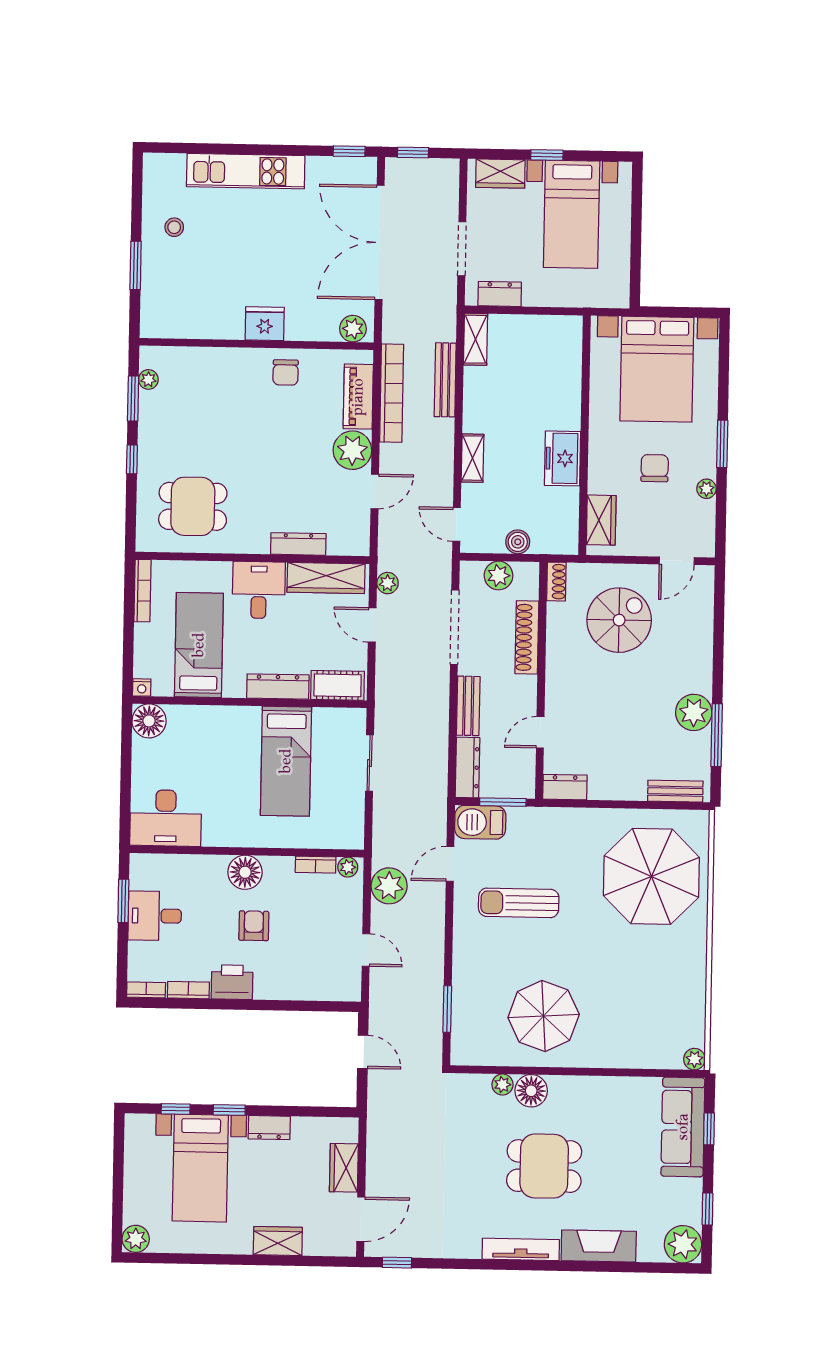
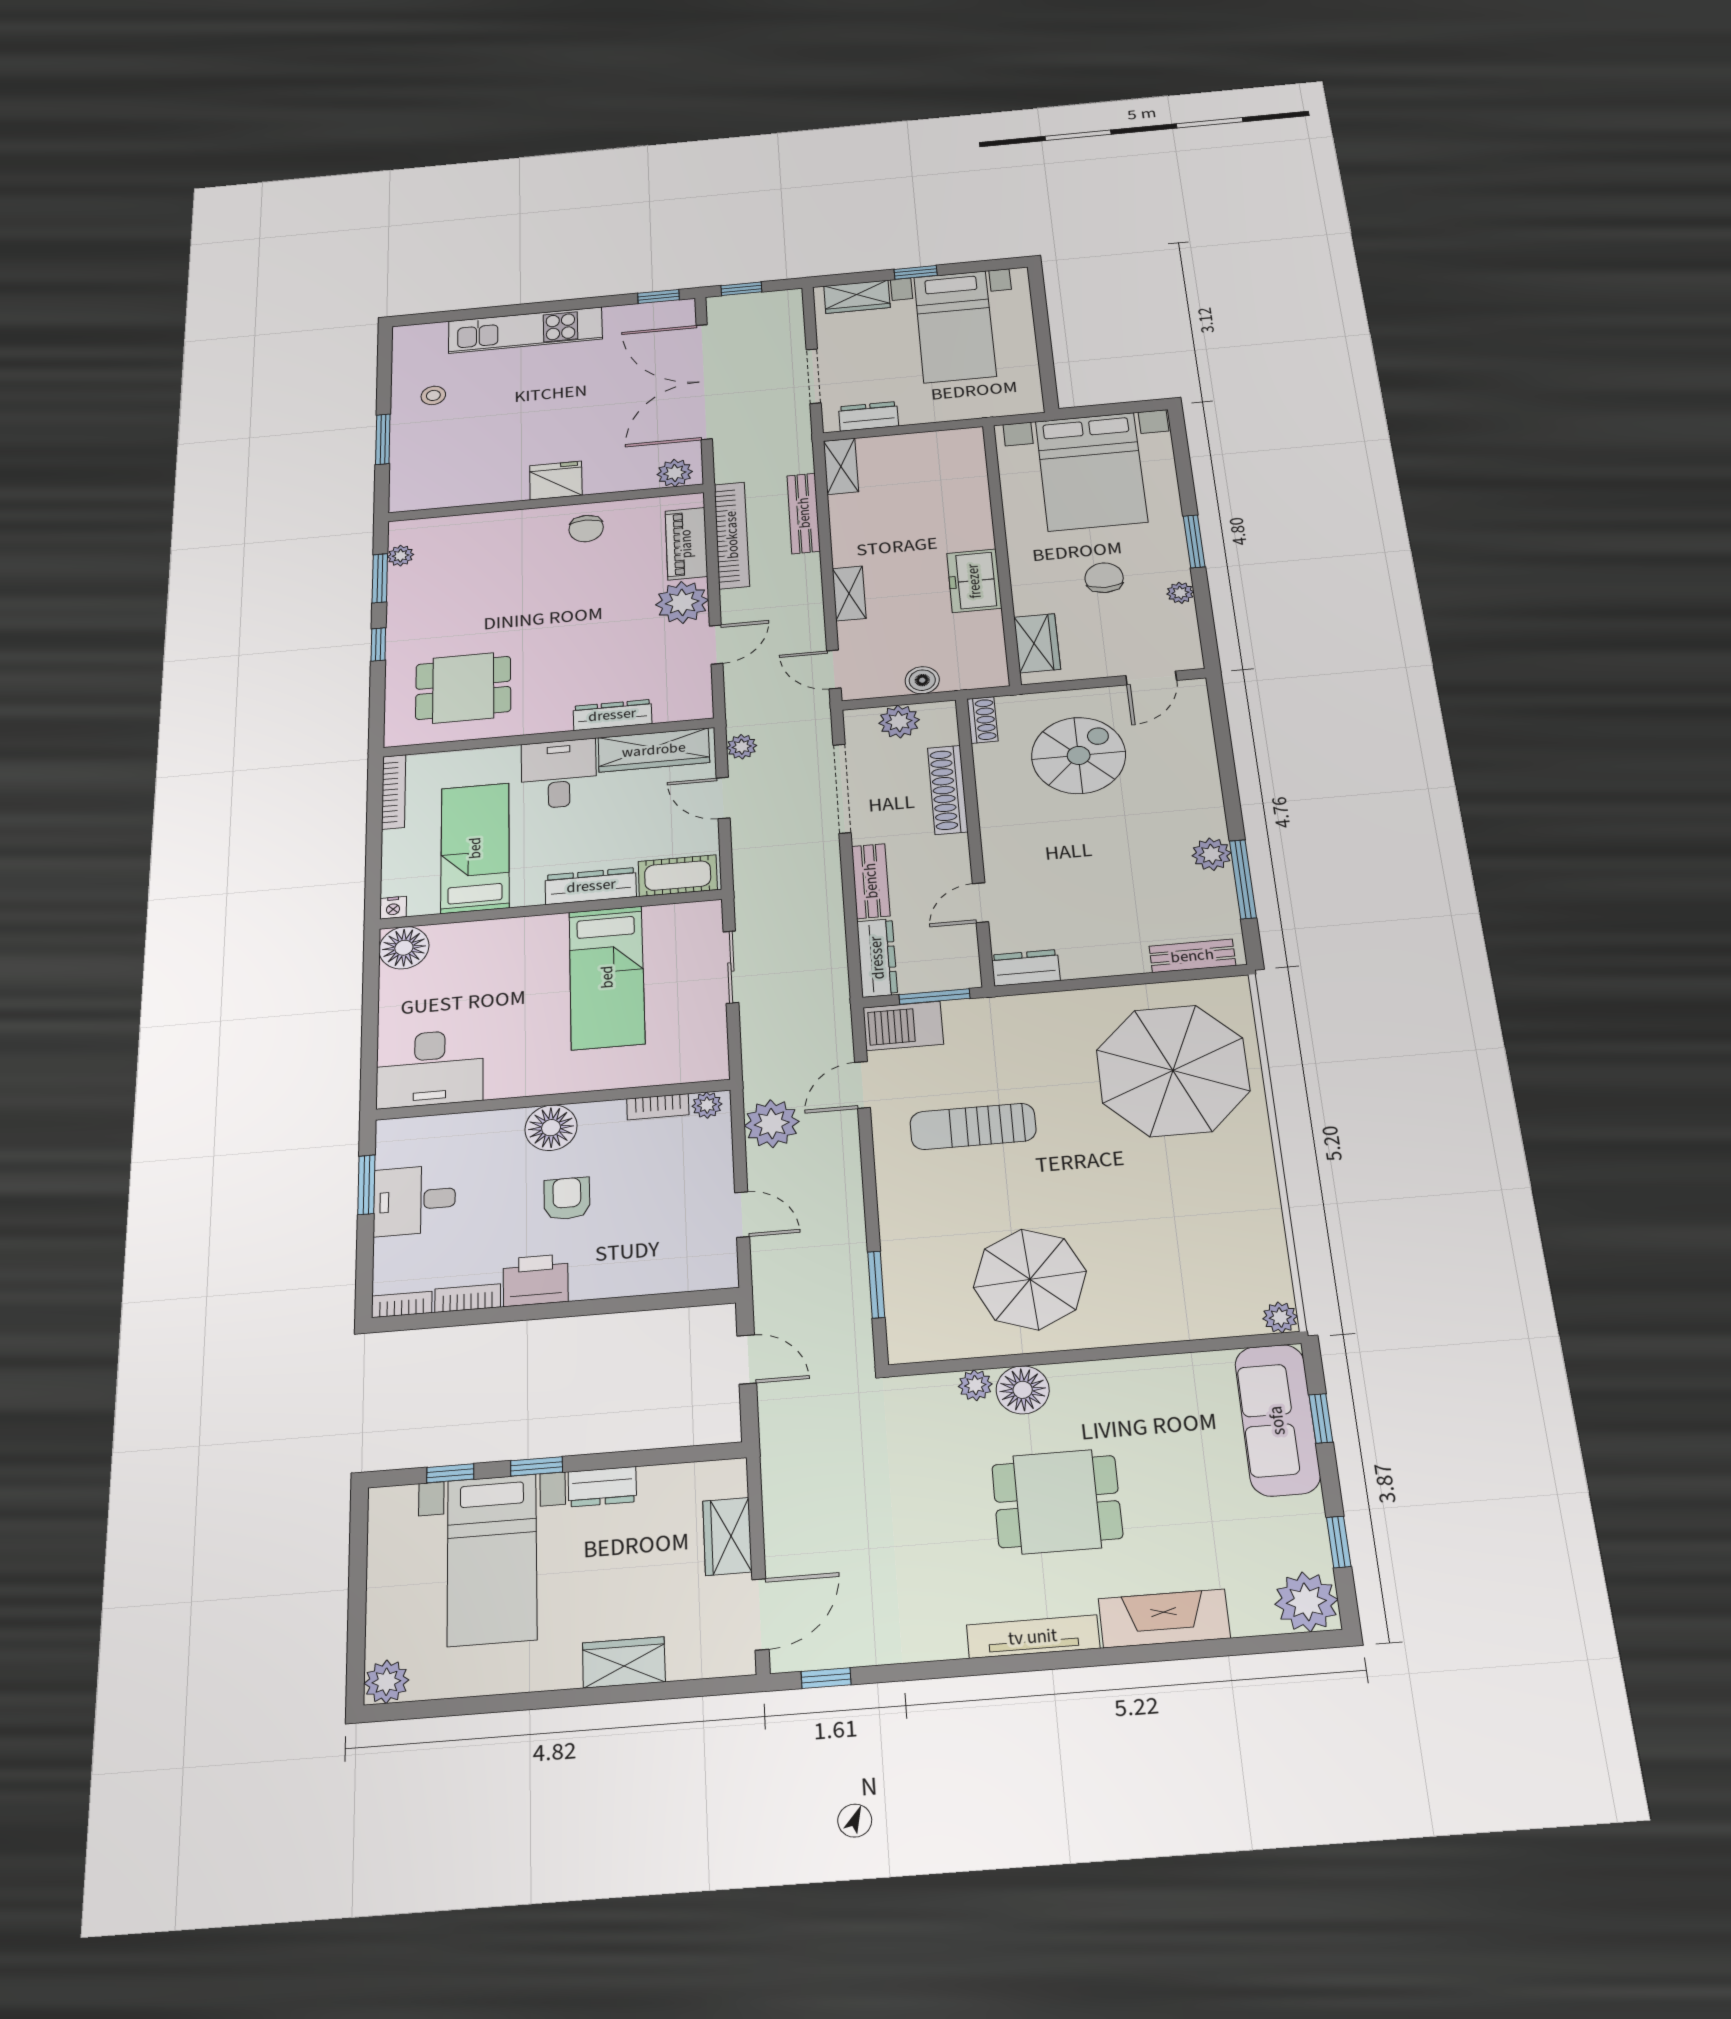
plant: (694, 712) -> (1212, 854), width x0.73, depth x0.73

